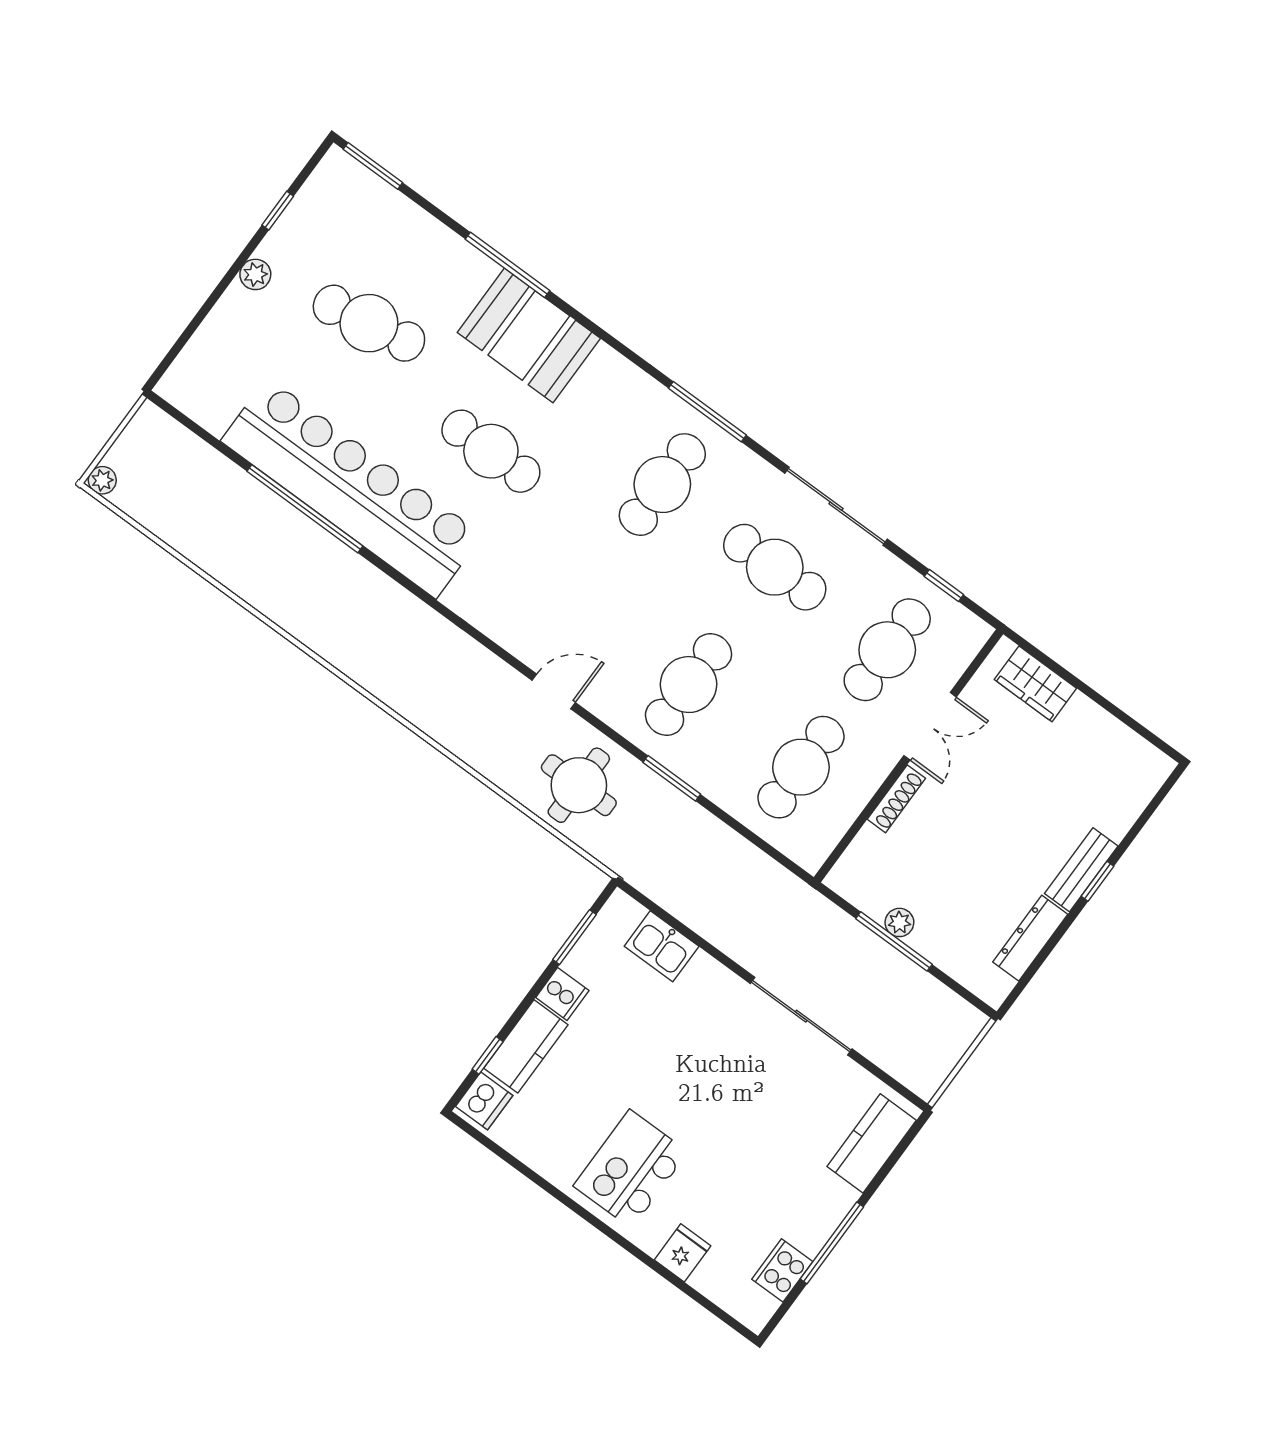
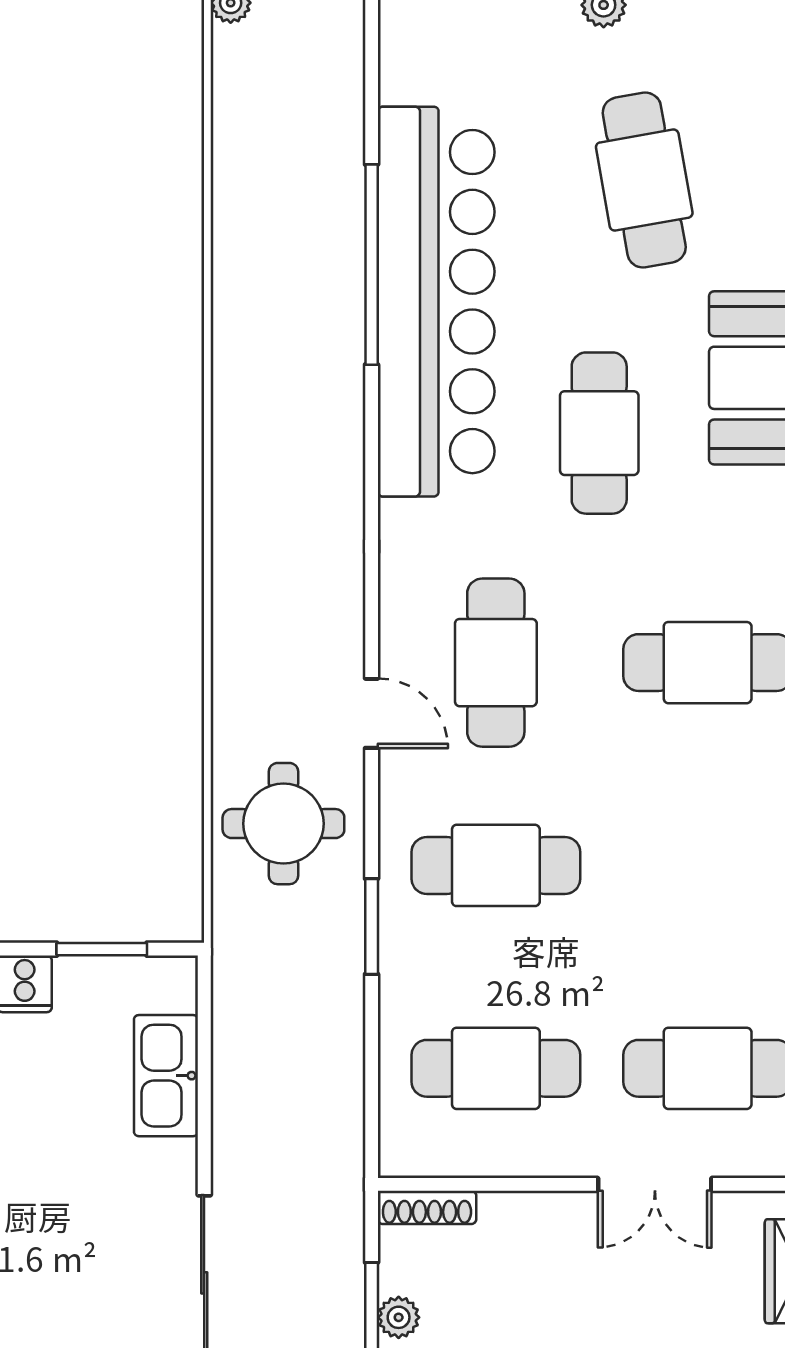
cafe table: (775, 567) -> (496, 663), moved
shoe rack: (896, 799) -> (427, 1207), moved
kitchen sink: (662, 946) -> (166, 1076), width x1.38

